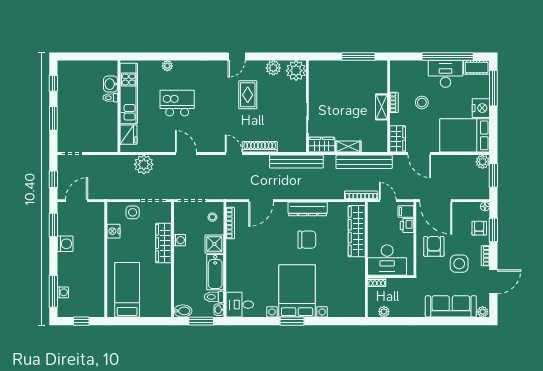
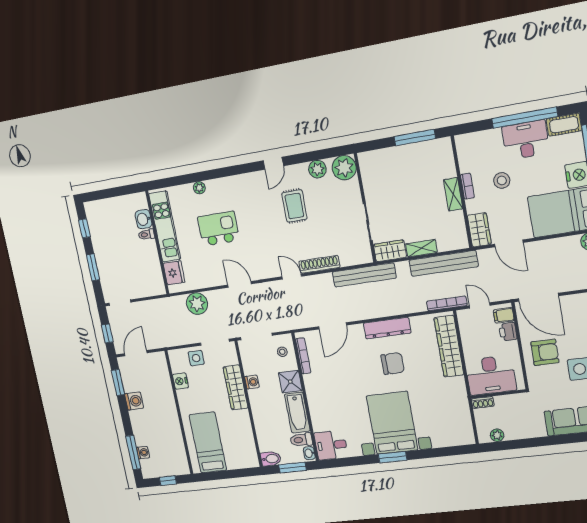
armchair: (434, 246) -> (545, 352), turned 90

